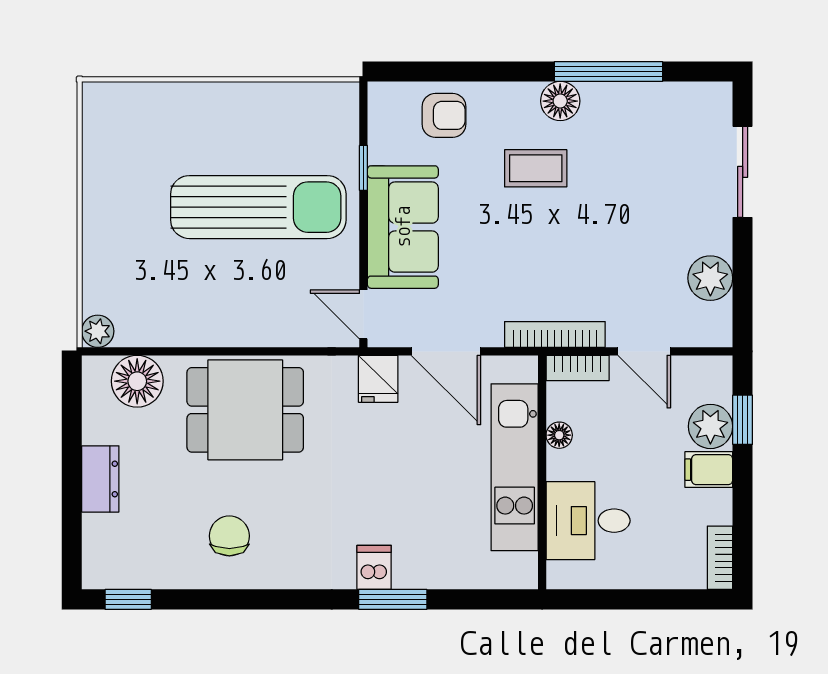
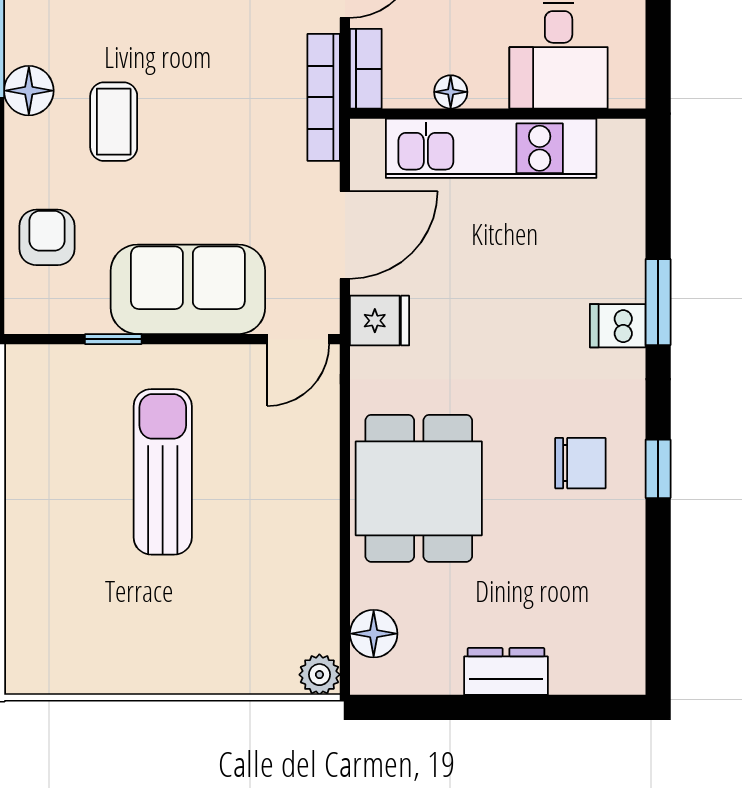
sun lounger: (258, 207) -> (163, 472), width x0.73, depth x0.75
floor lamp: (137, 381) -> (374, 634), width x0.73, depth x0.73
chair: (229, 536) -> (580, 463), moved, turned 180
window: (128, 599) -> (658, 469), moved

